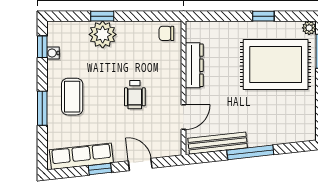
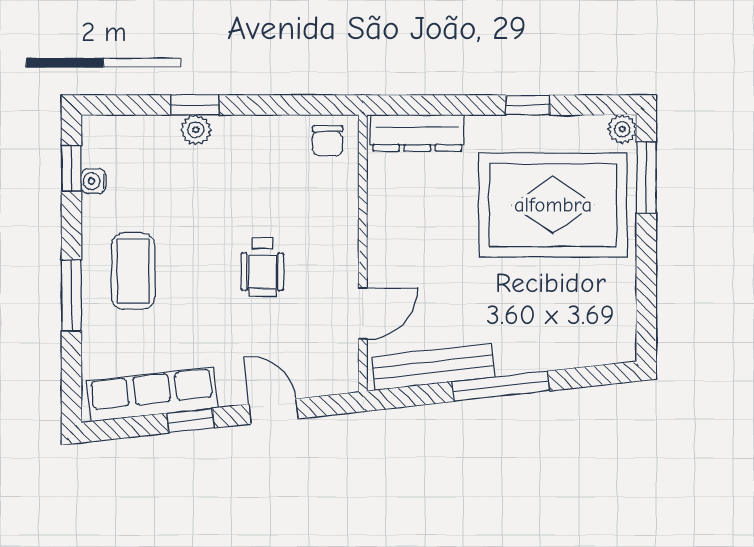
chair: (166, 33) -> (328, 141), turned -90
plant: (103, 34) -> (196, 130), width x0.53, depth x0.53
dresser: (194, 65) -> (417, 133), moved, turned 90

